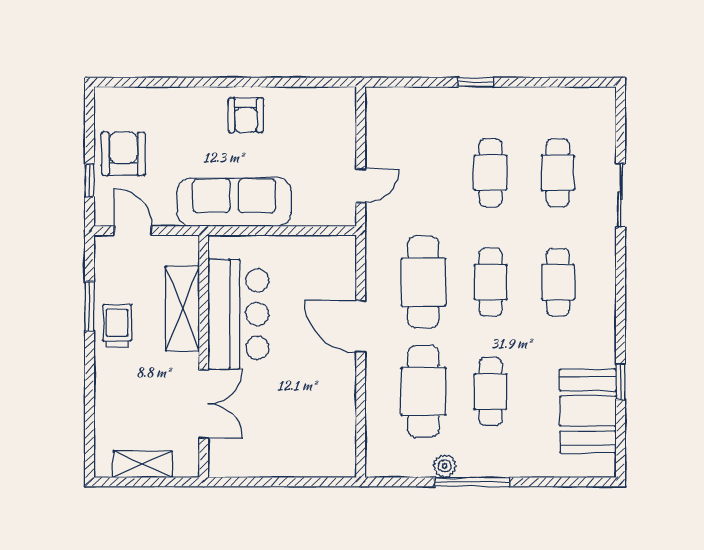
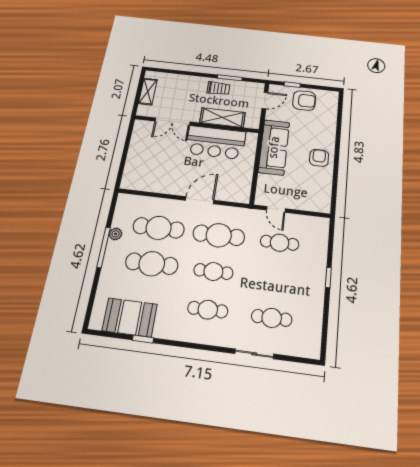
armchair: (246, 115) -> (319, 158), turned 90
cafe table: (491, 173) -> (280, 243), moved
cafe table: (491, 391) -> (152, 264), width x1.37, depth x1.35

